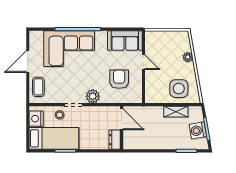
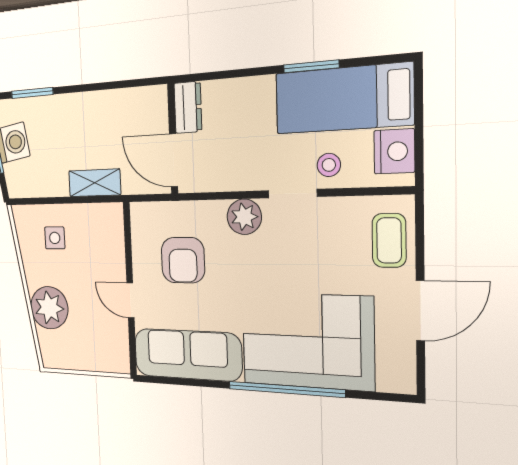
sofa: (125, 41) -> (187, 355), width x1.36
plant: (188, 57) -> (49, 308), width x1.88, depth x1.88
side table: (179, 89) -> (55, 238), width x0.54, depth x0.54
shelving: (176, 112) -> (95, 183), moved

